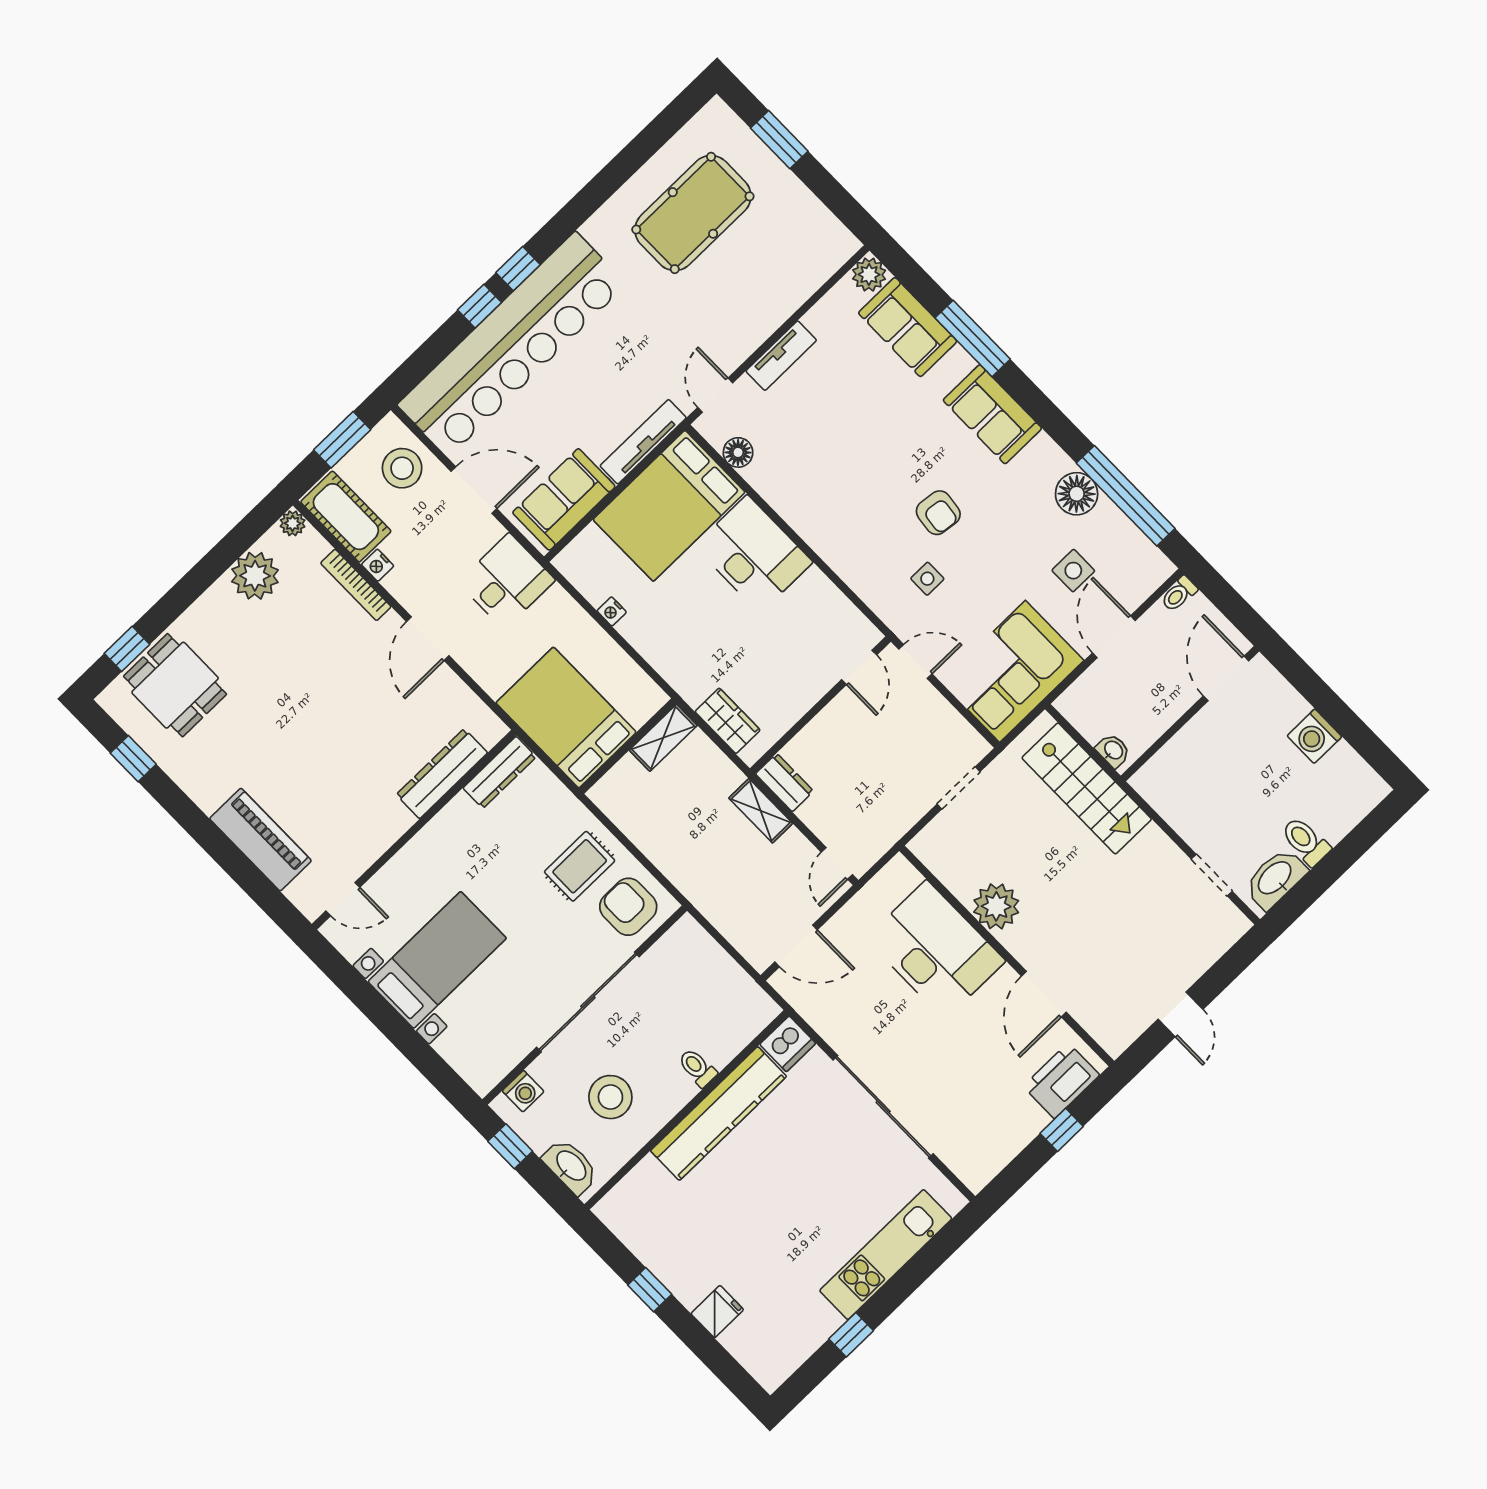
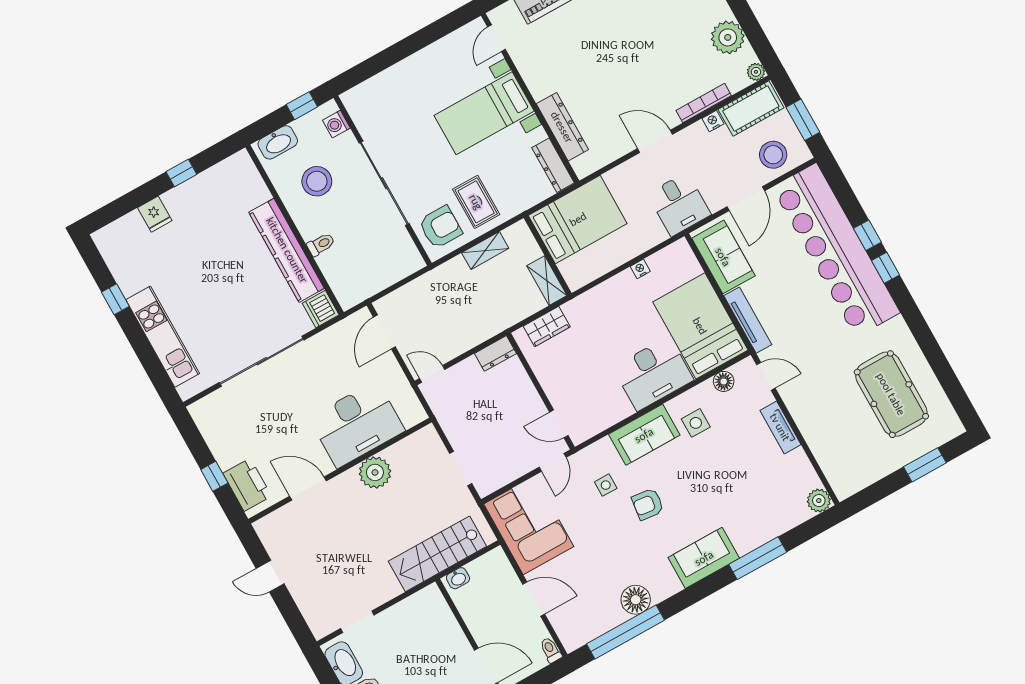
sofa: (908, 327) -> (644, 435), moved, turned 180
side table: (1073, 571) -> (696, 423), moved
shelving: (761, 811) -> (485, 250), moved
bed with nightstands: (437, 960) -> (484, 113), moved, turned 90

